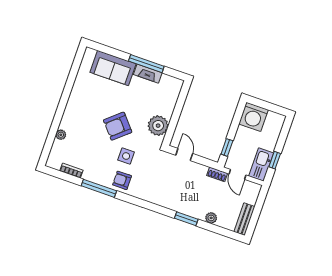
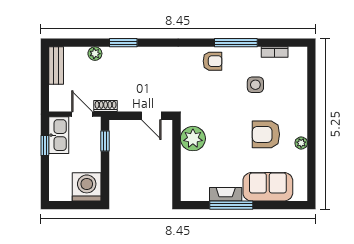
armchair: (118, 126) -> (266, 134), moved, turned -139
plant: (61, 135) -> (301, 143), moved
side table: (126, 156) -> (255, 85), moved

